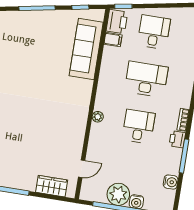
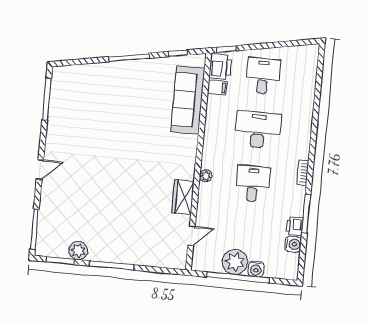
printer: (177, 139) -> (294, 226), moved
wardrobe: (52, 186) -> (183, 197), moved, turned -90

